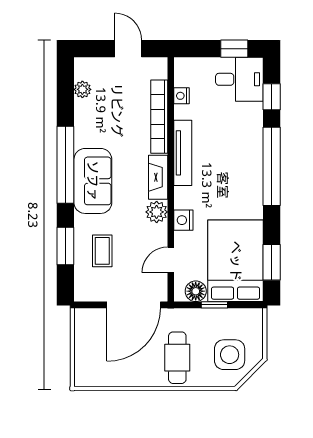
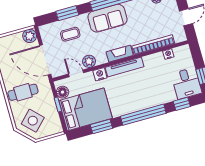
tv unit: (183, 153) -> (125, 67), moved
plant: (157, 212) -> (89, 61), moved
window: (272, 262) -> (101, 126), moved
plant: (86, 320) -> (30, 36), added
side table: (230, 355) -> (33, 121), turned 45

